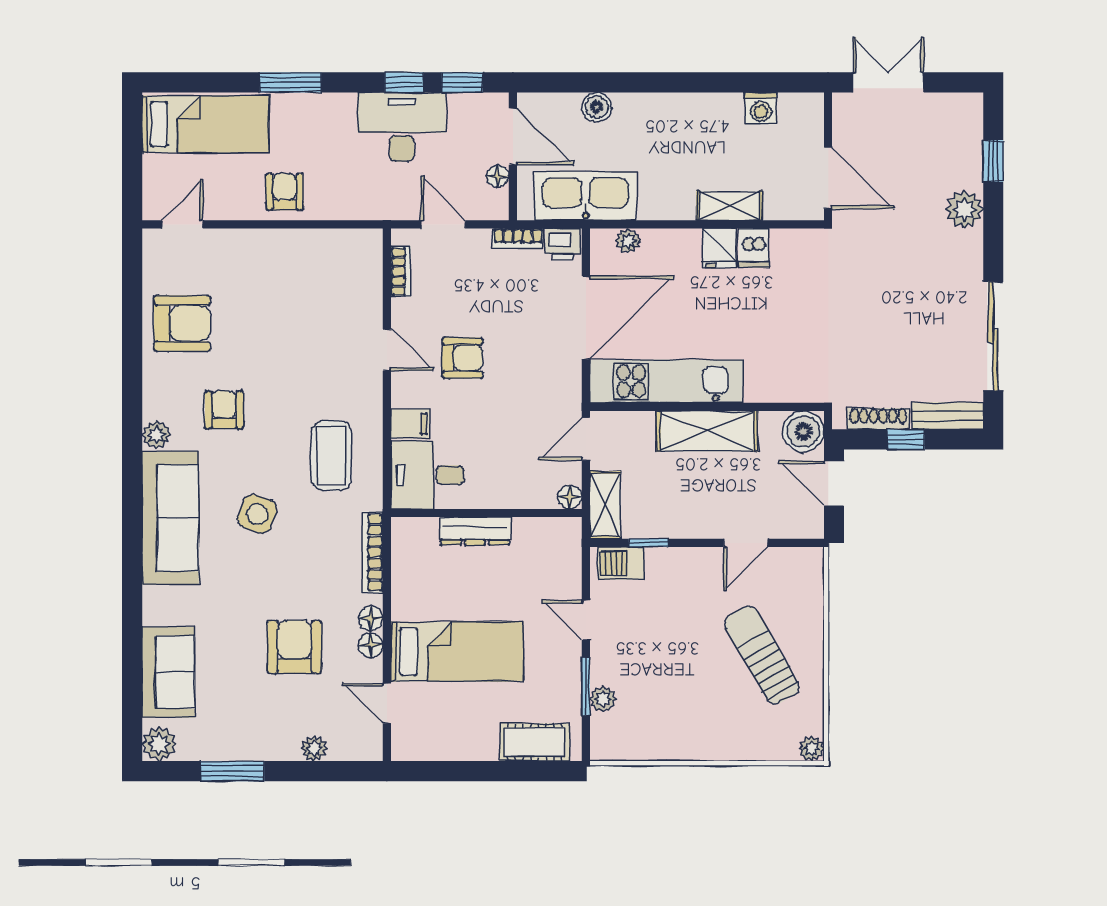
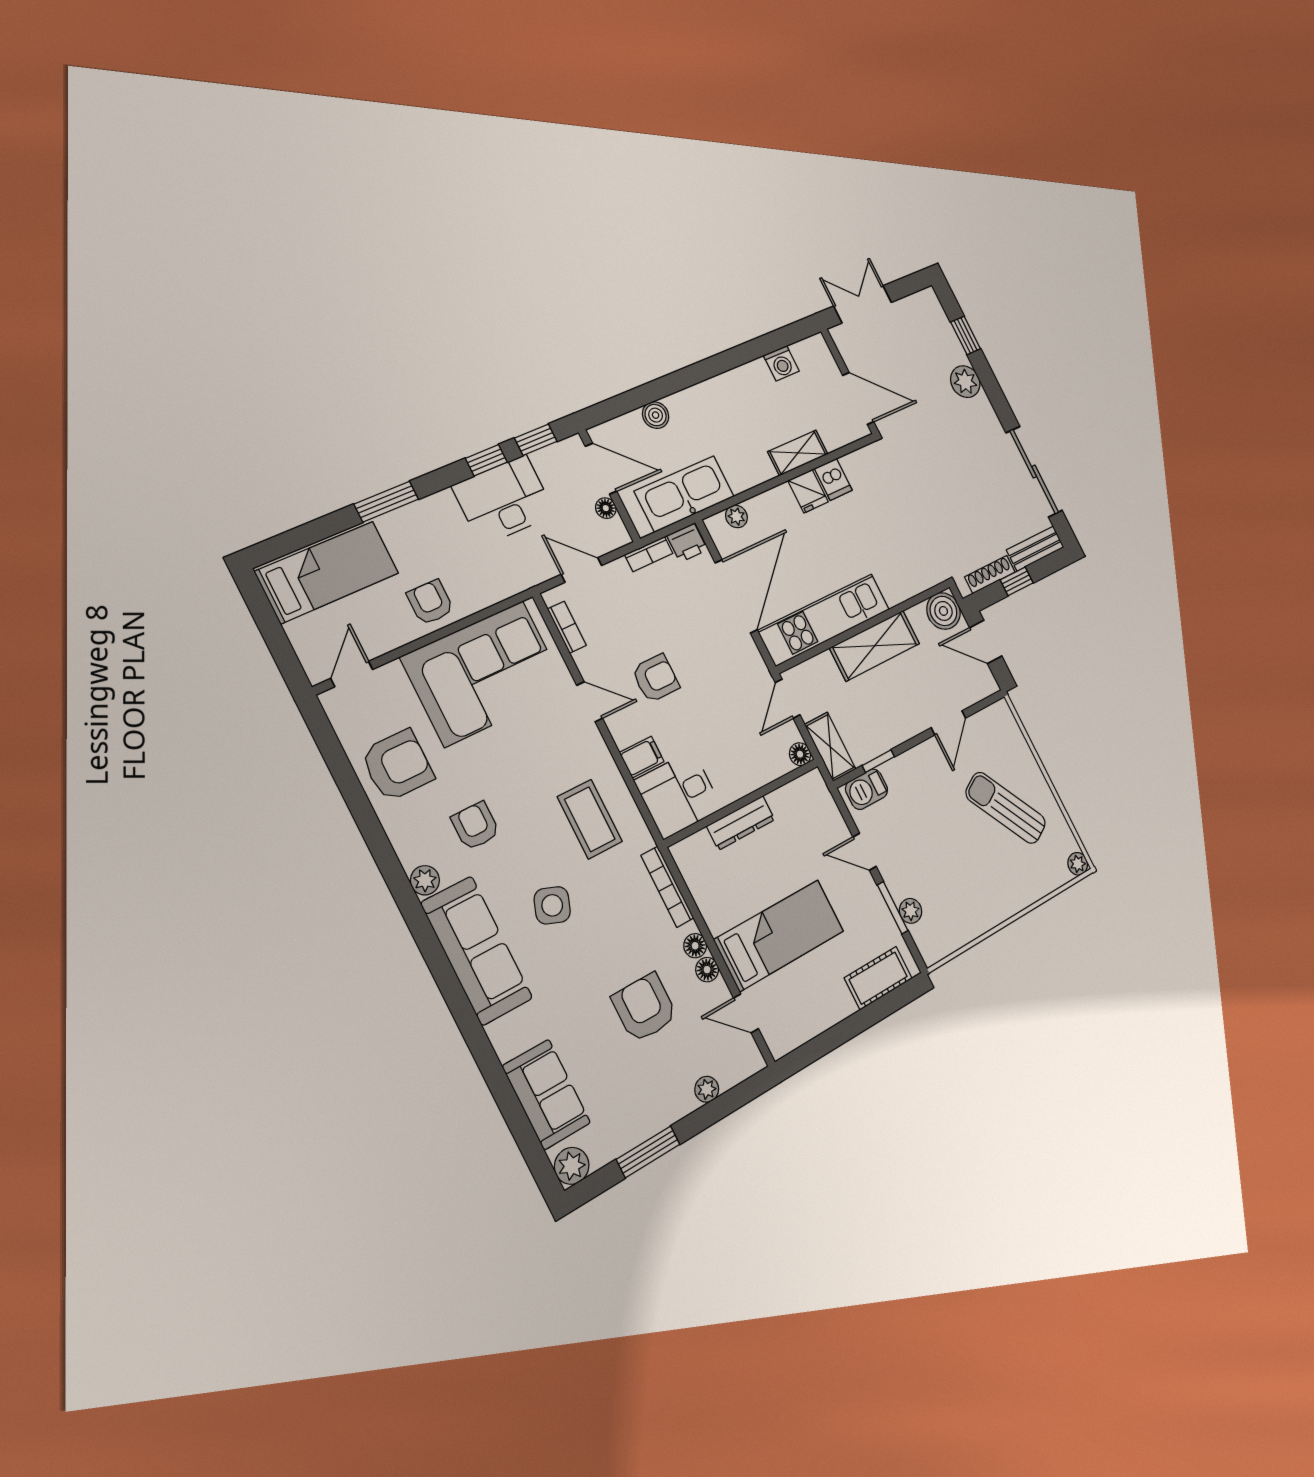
corner sofa: (301, 278) -> (484, 673), added

